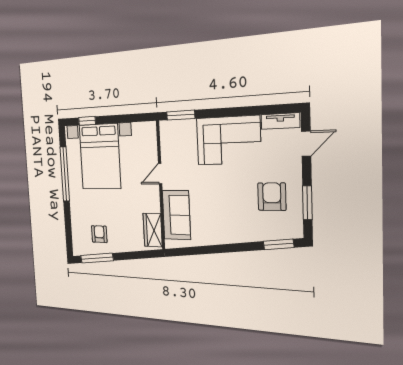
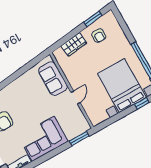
wardrobe: (153, 230) -> (74, 44), moved, turned 83
window: (97, 258) -> (93, 19), width x0.69

